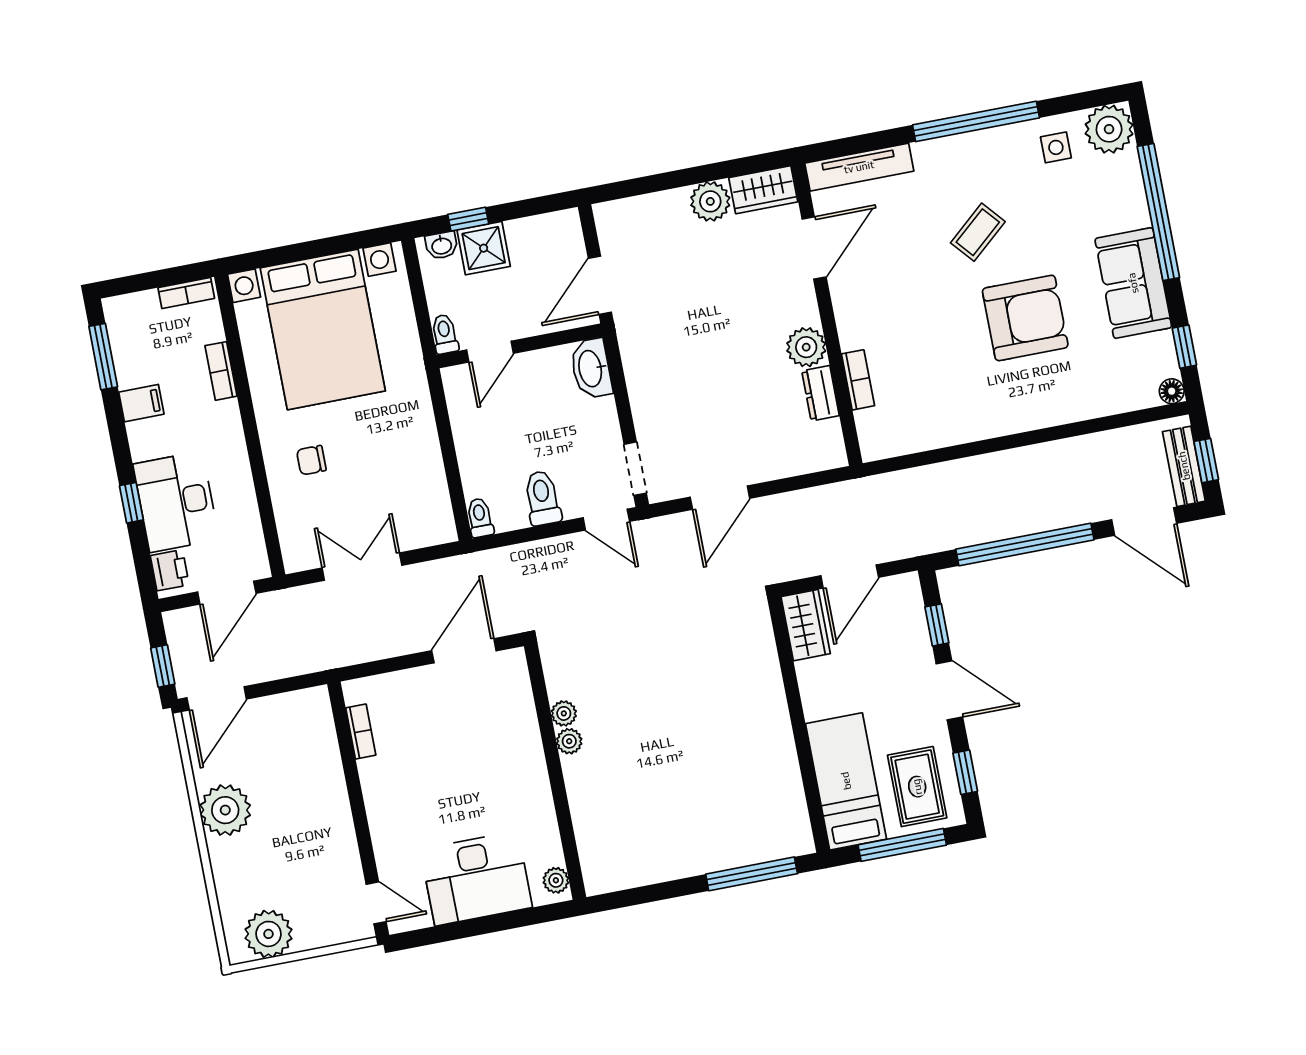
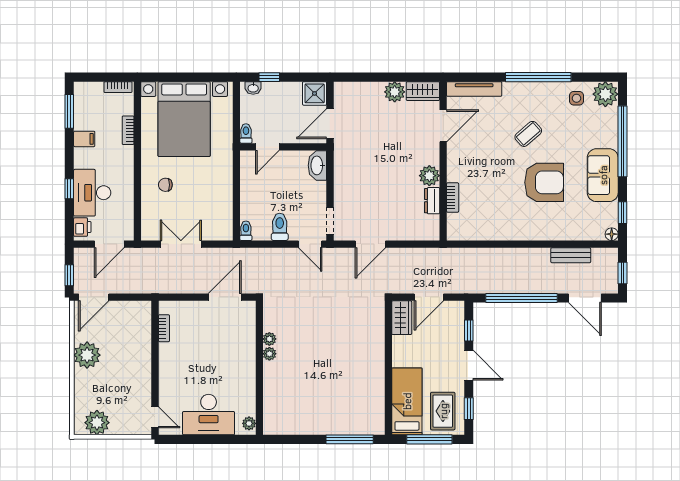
shower: (484, 248) -> (315, 93), moved
bench: (1184, 466) -> (571, 255), moved, turned 90

